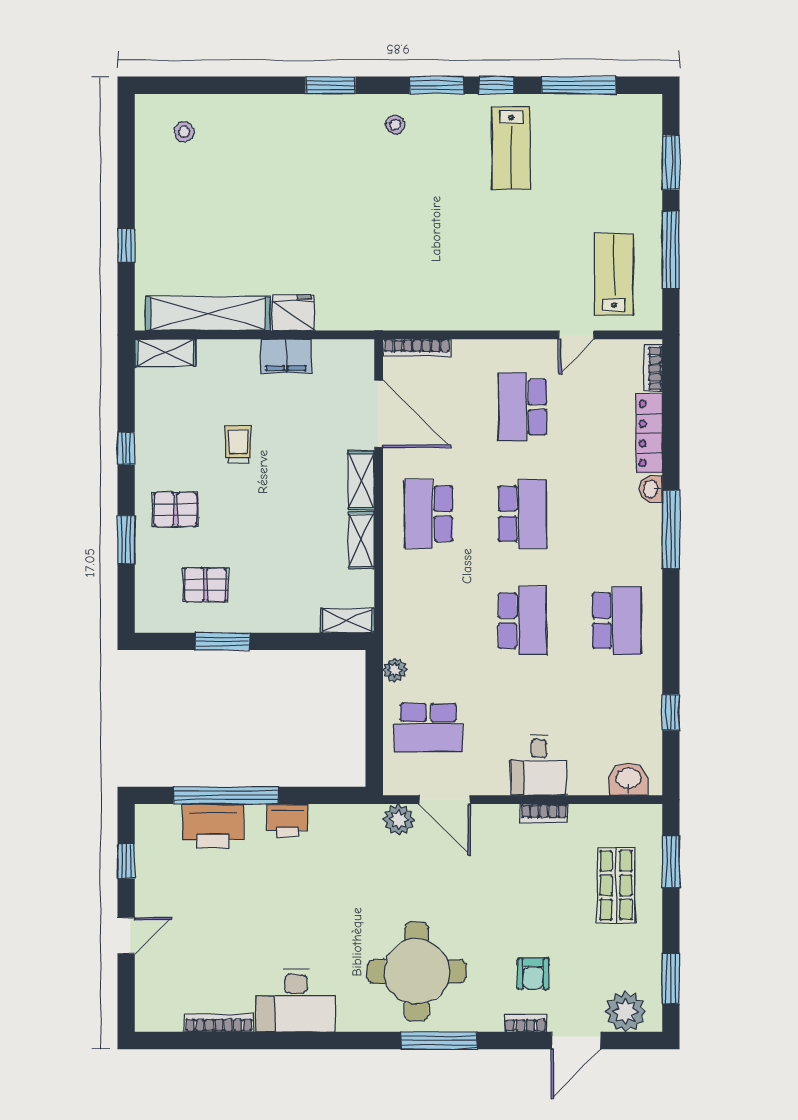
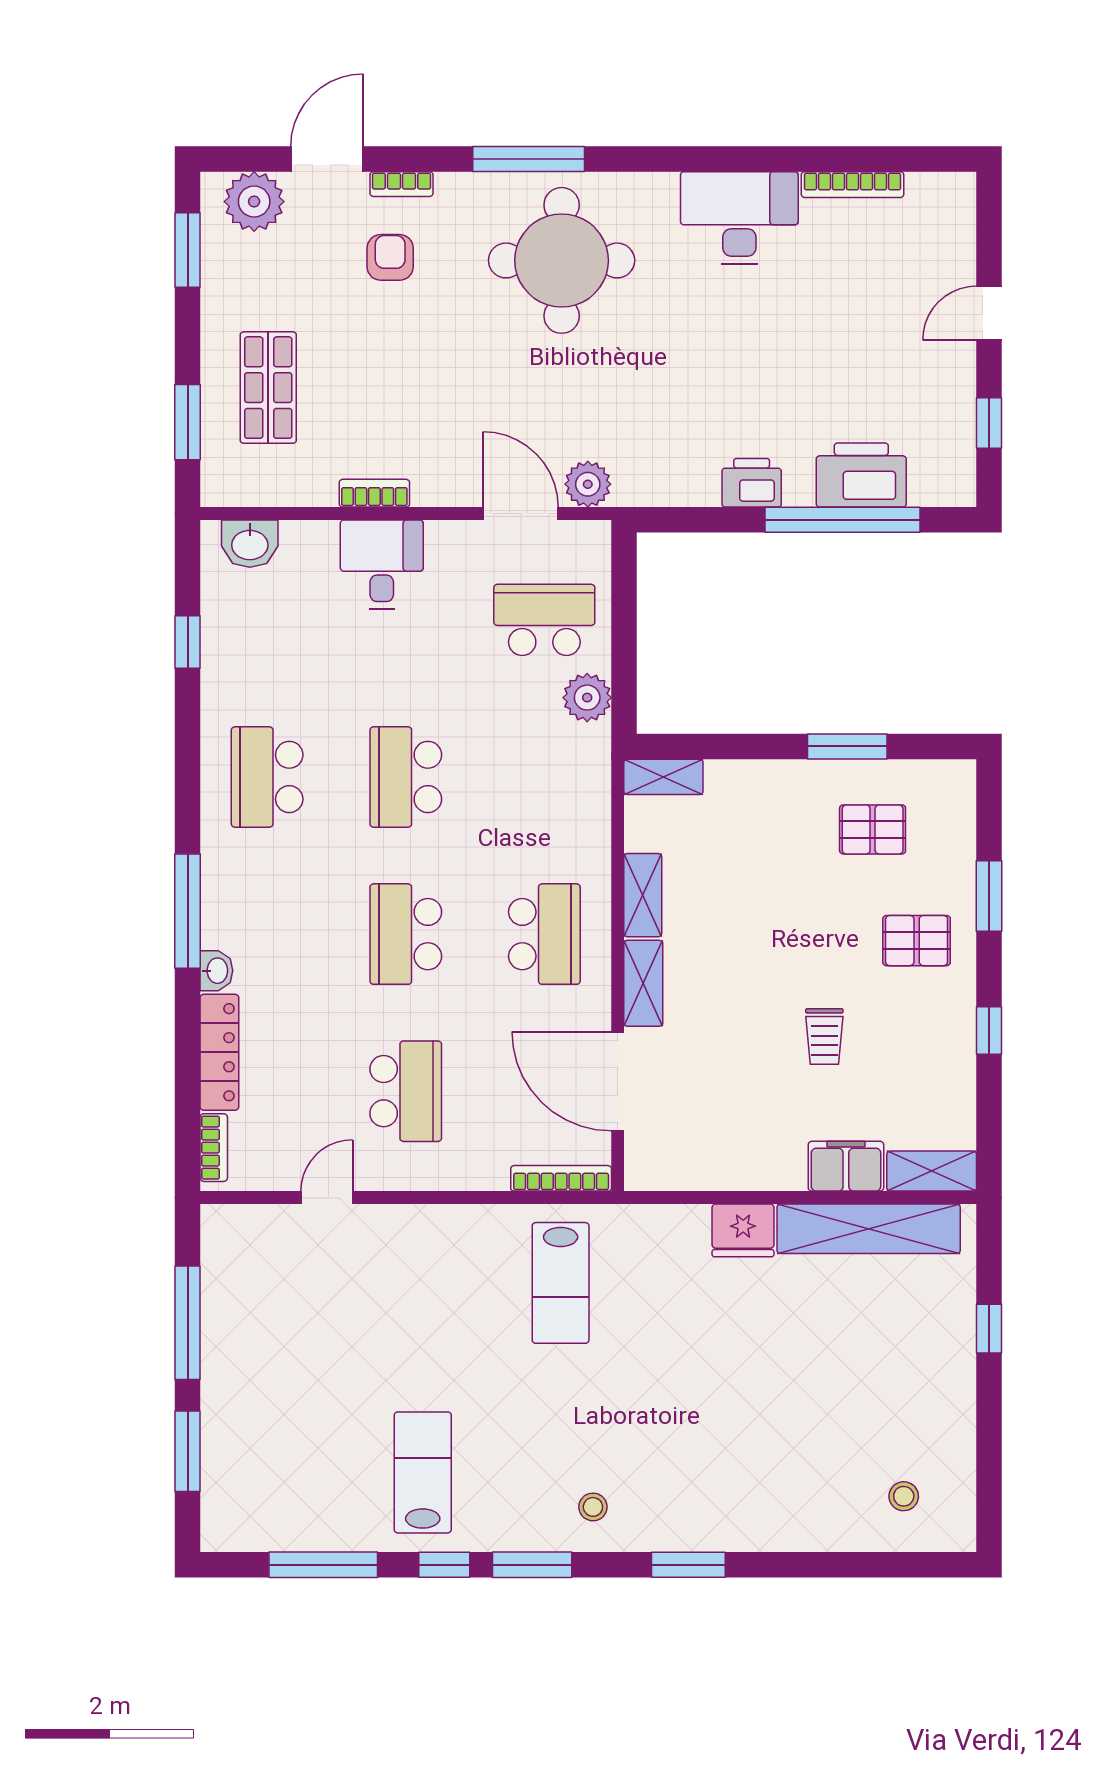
lab bench: (614, 275) -> (561, 1283), moved
filing cabinet: (286, 356) -> (846, 1166), moved
plant: (395, 670) -> (587, 698), width x1.38, depth x1.38

